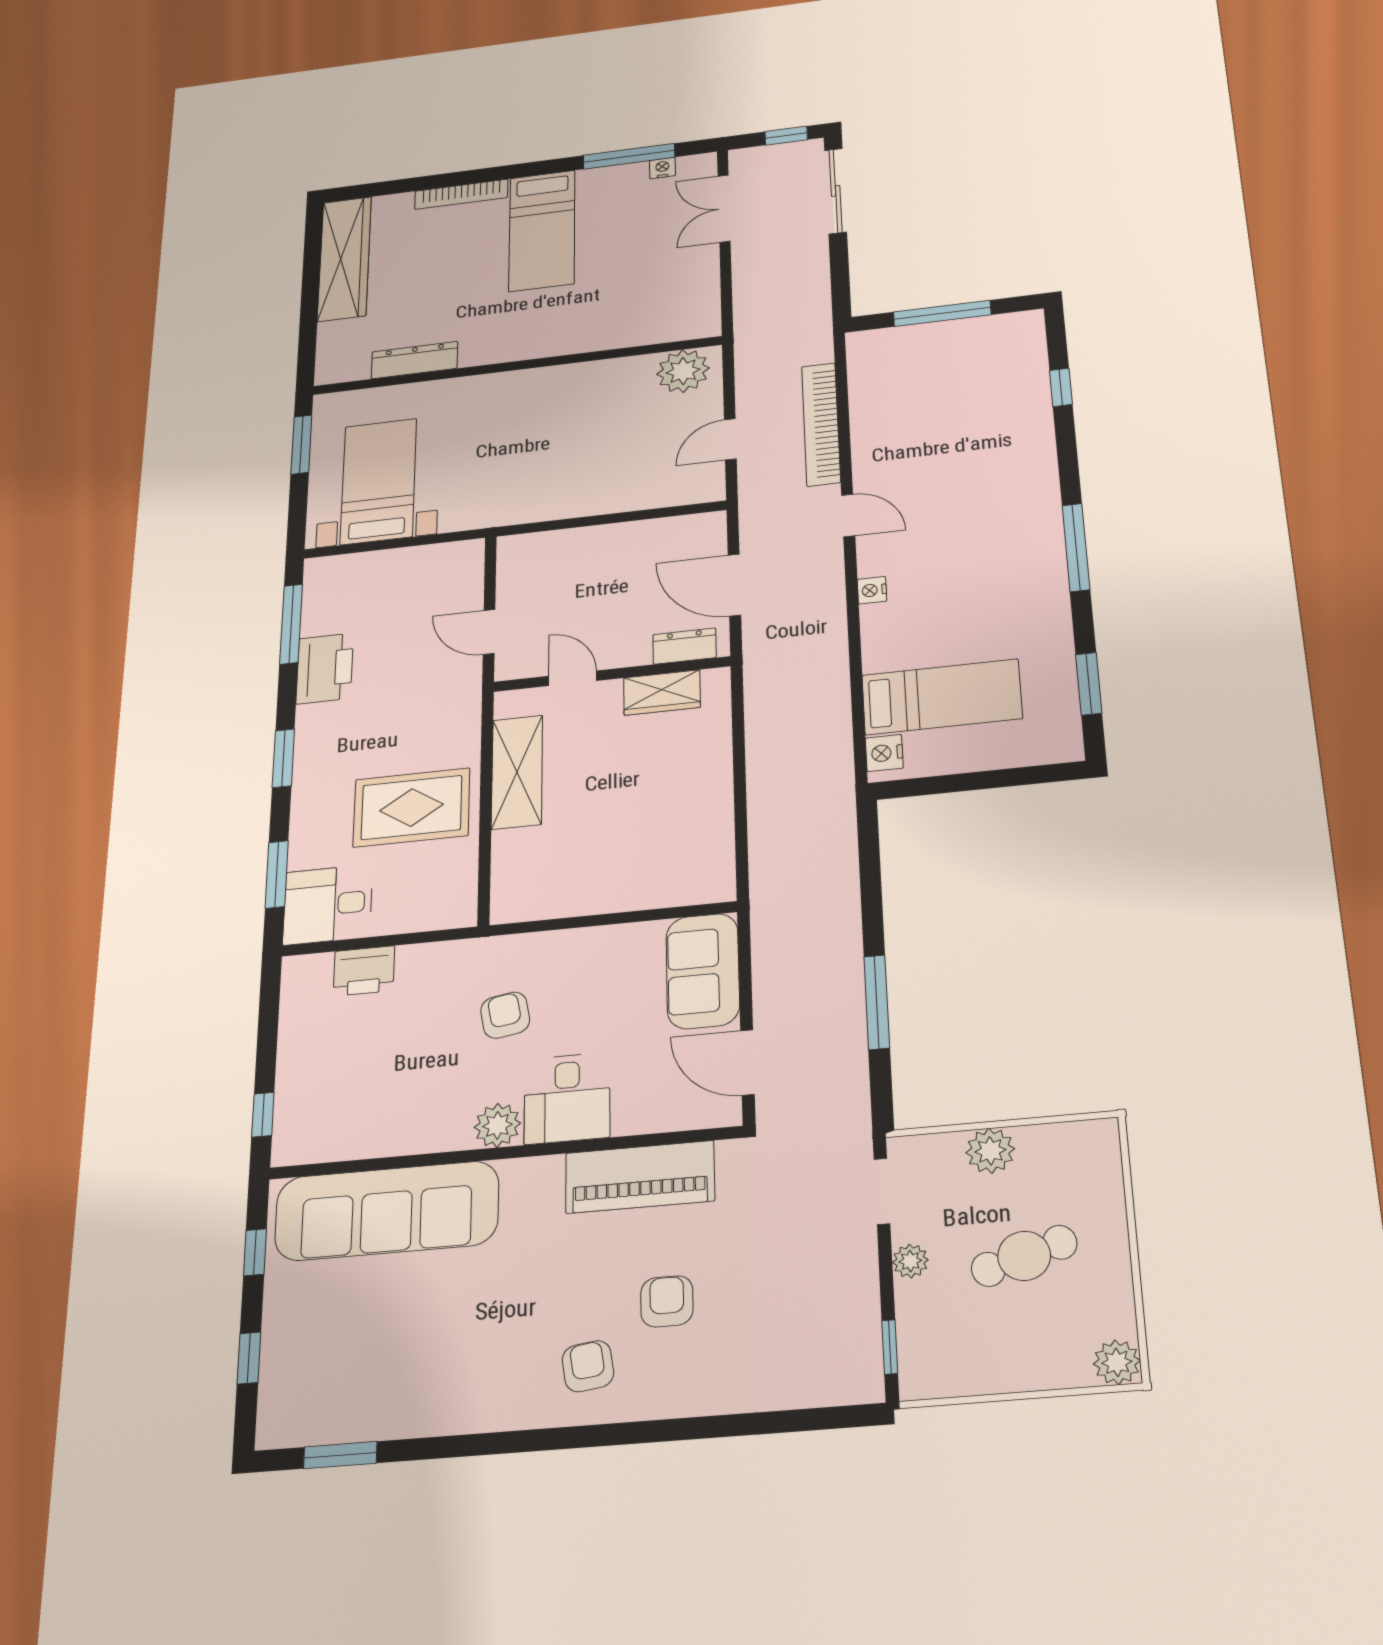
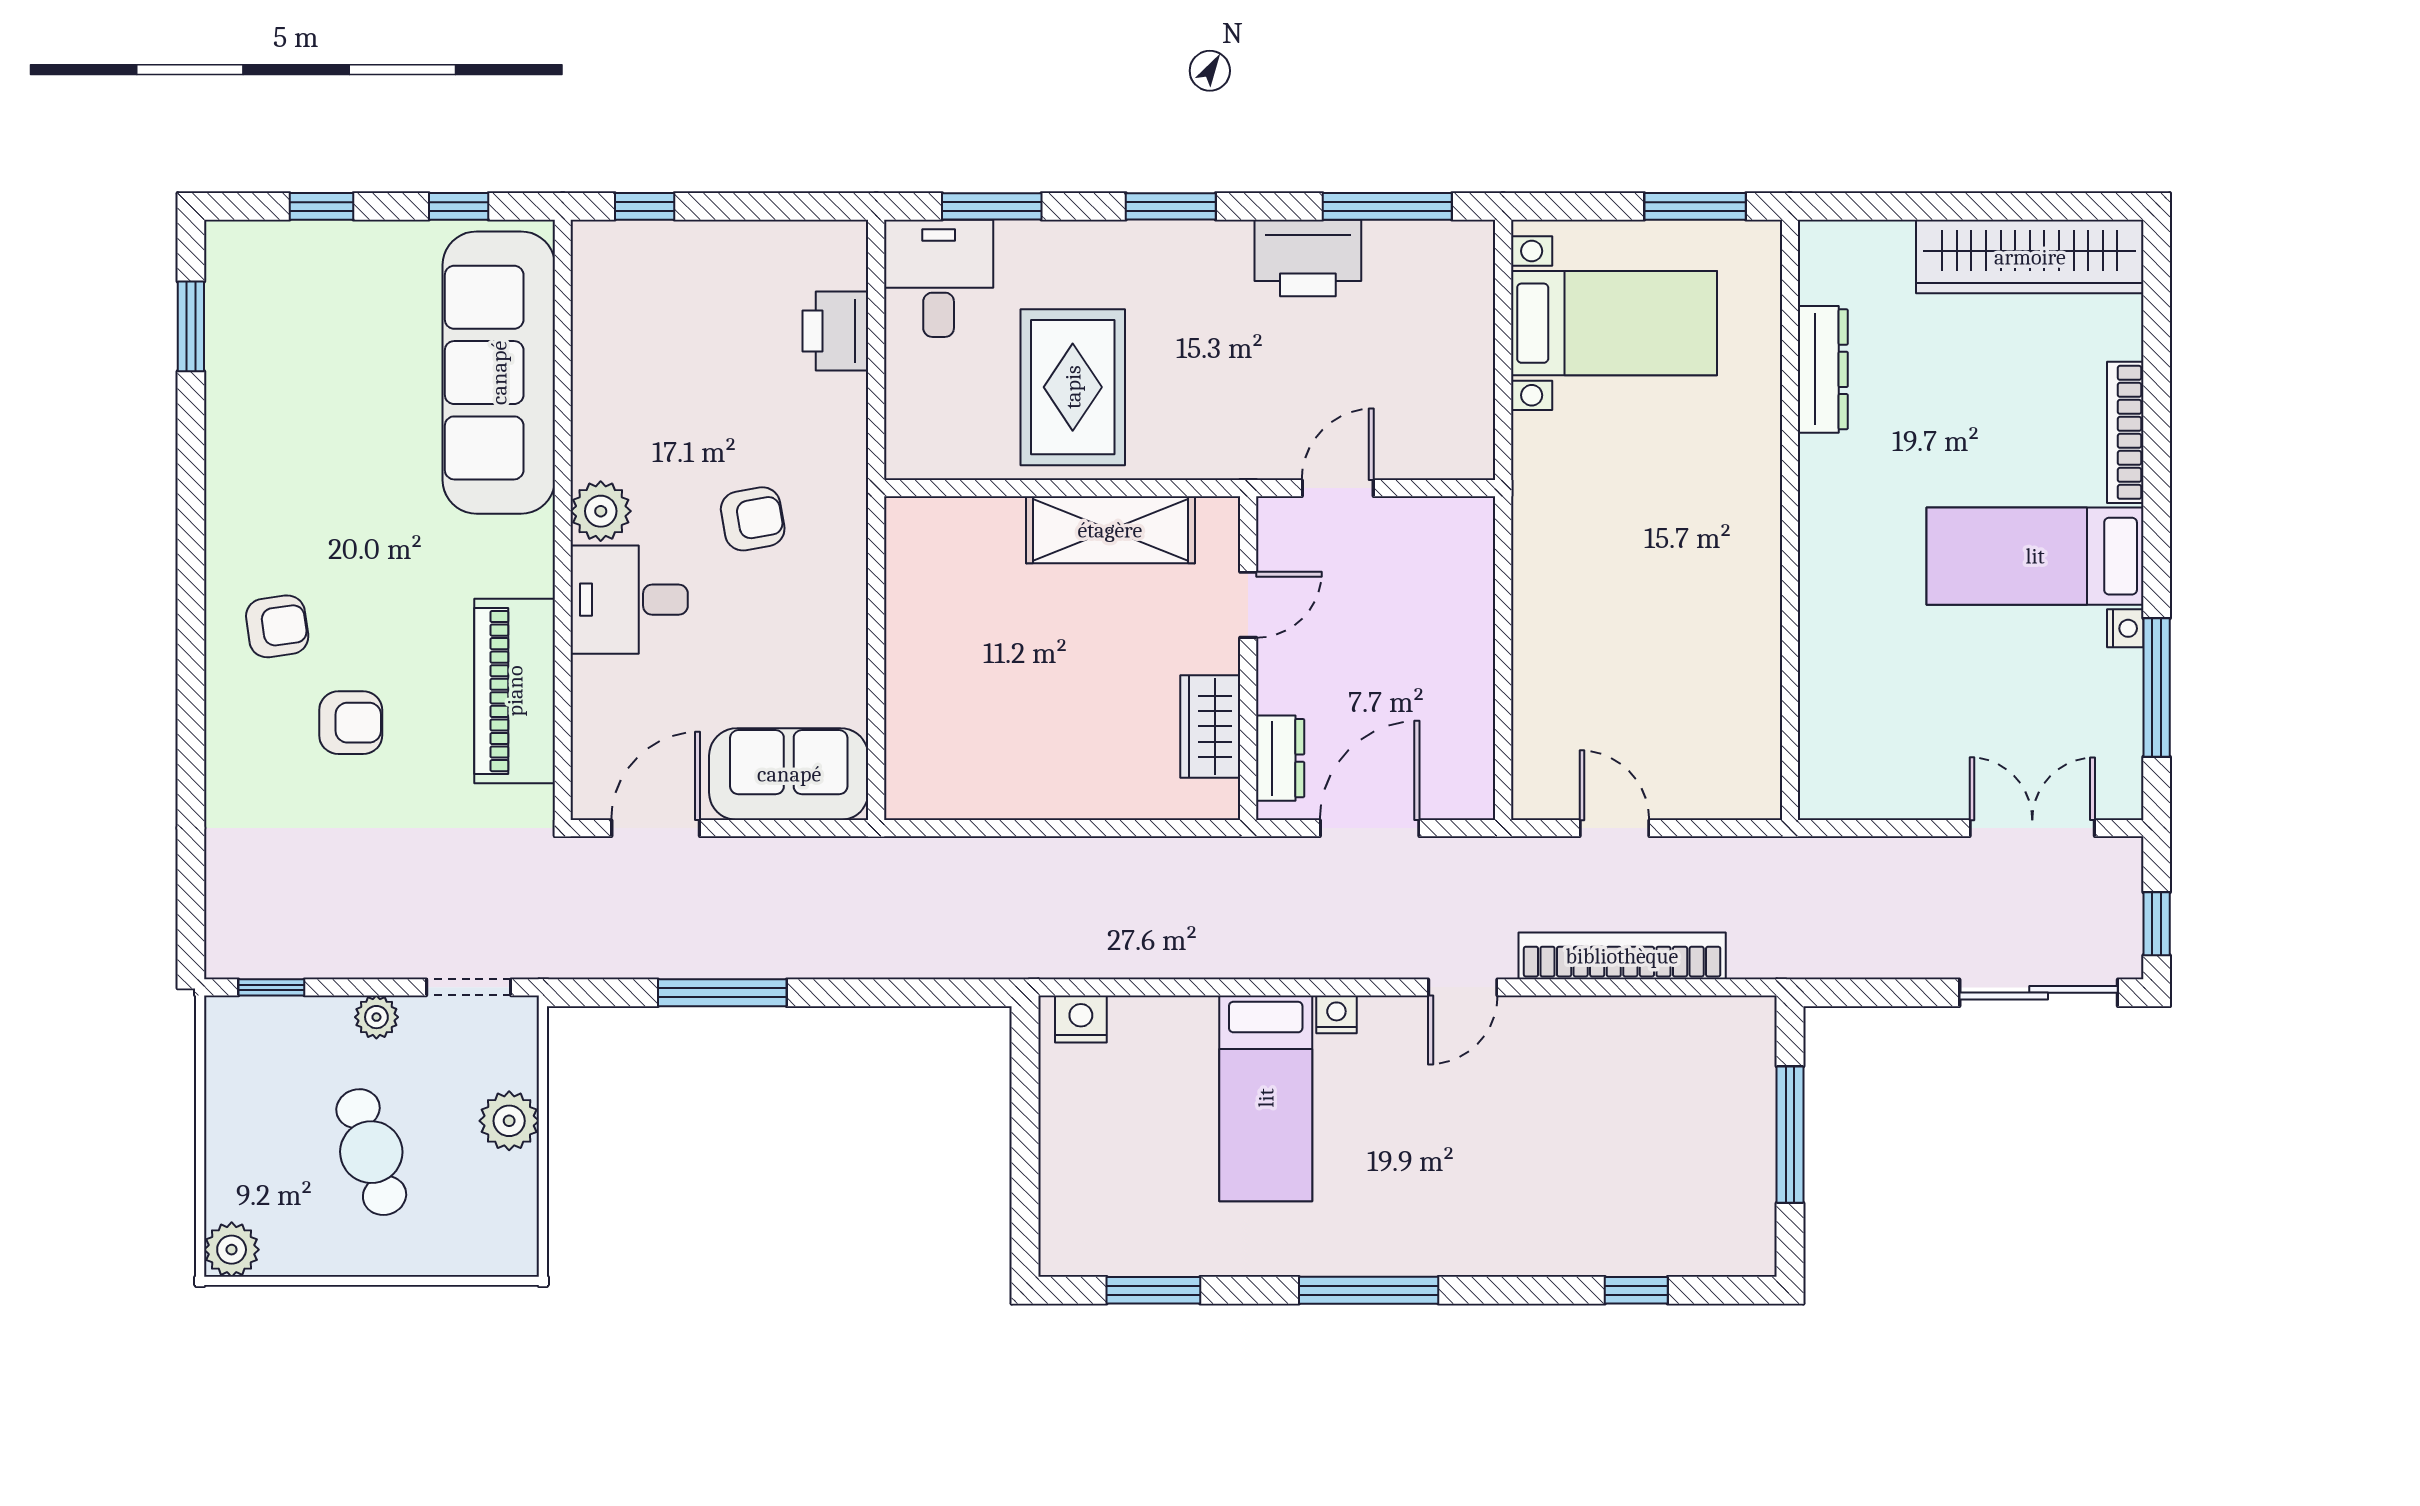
nightstand: (662, 168) -> (2125, 628), moved
plant: (683, 371) -> (1744, 763), removed
bed: (942, 697) -> (1266, 1098), moved

